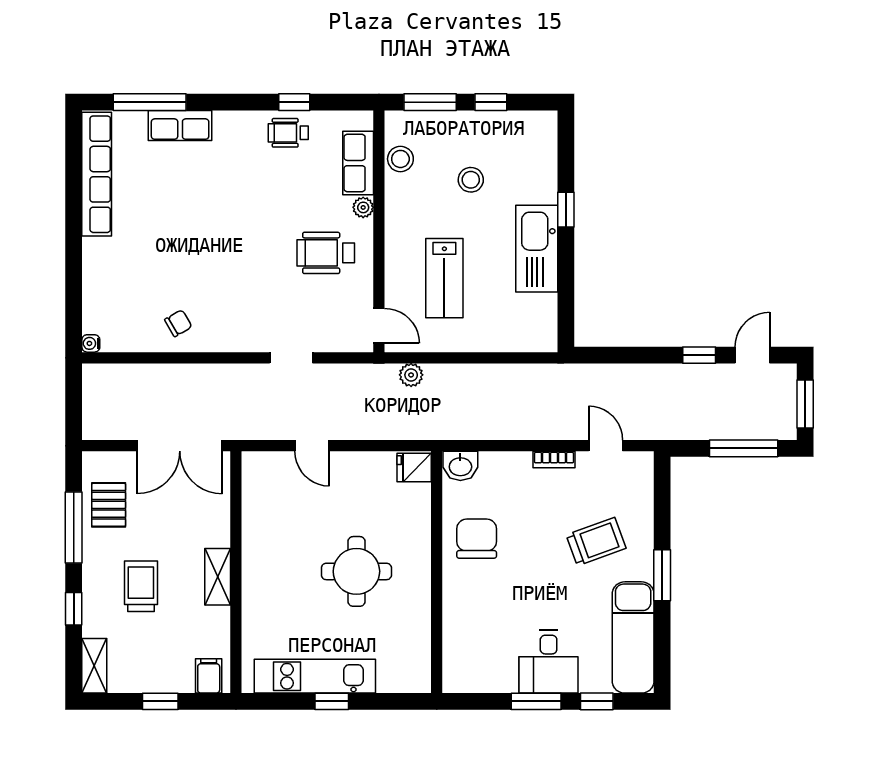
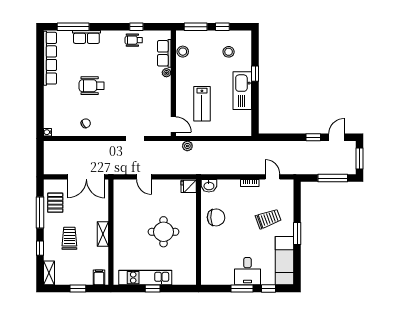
stool: (471, 180) -> (229, 52), moved
wheelchair: (326, 253) -> (92, 86), moved
chair: (477, 539) -> (216, 217), turned 88

